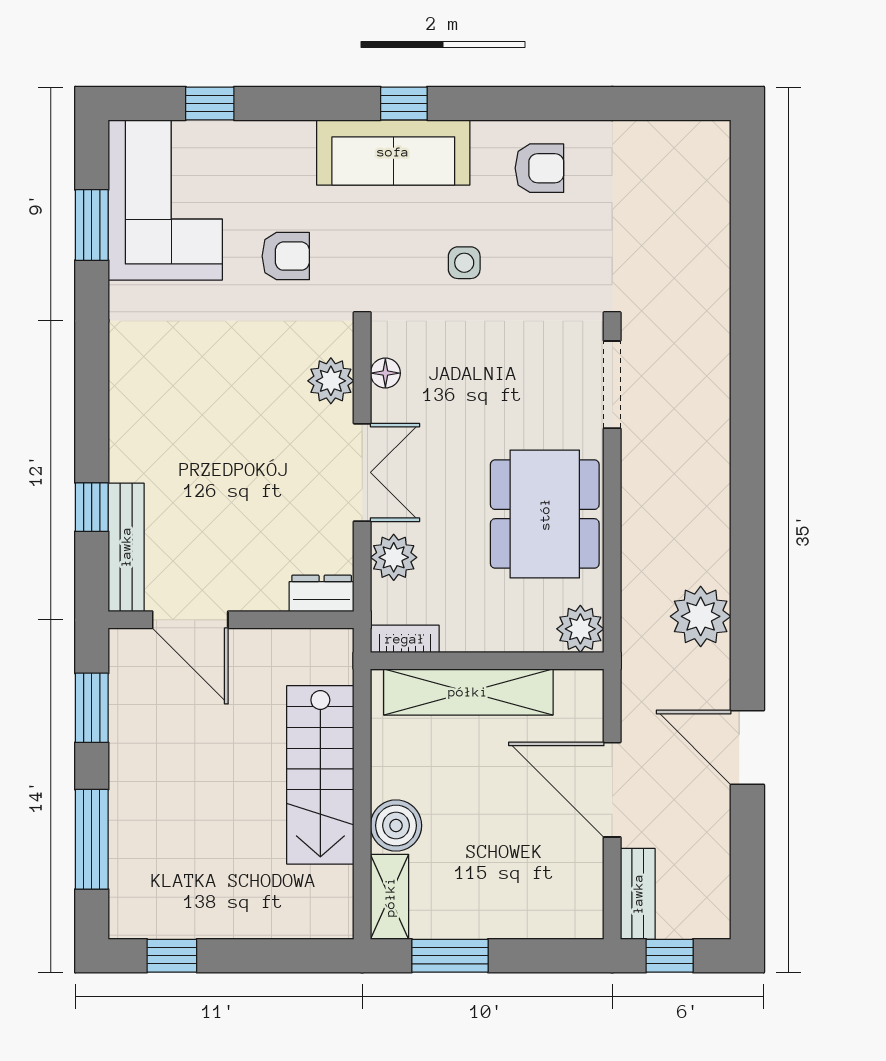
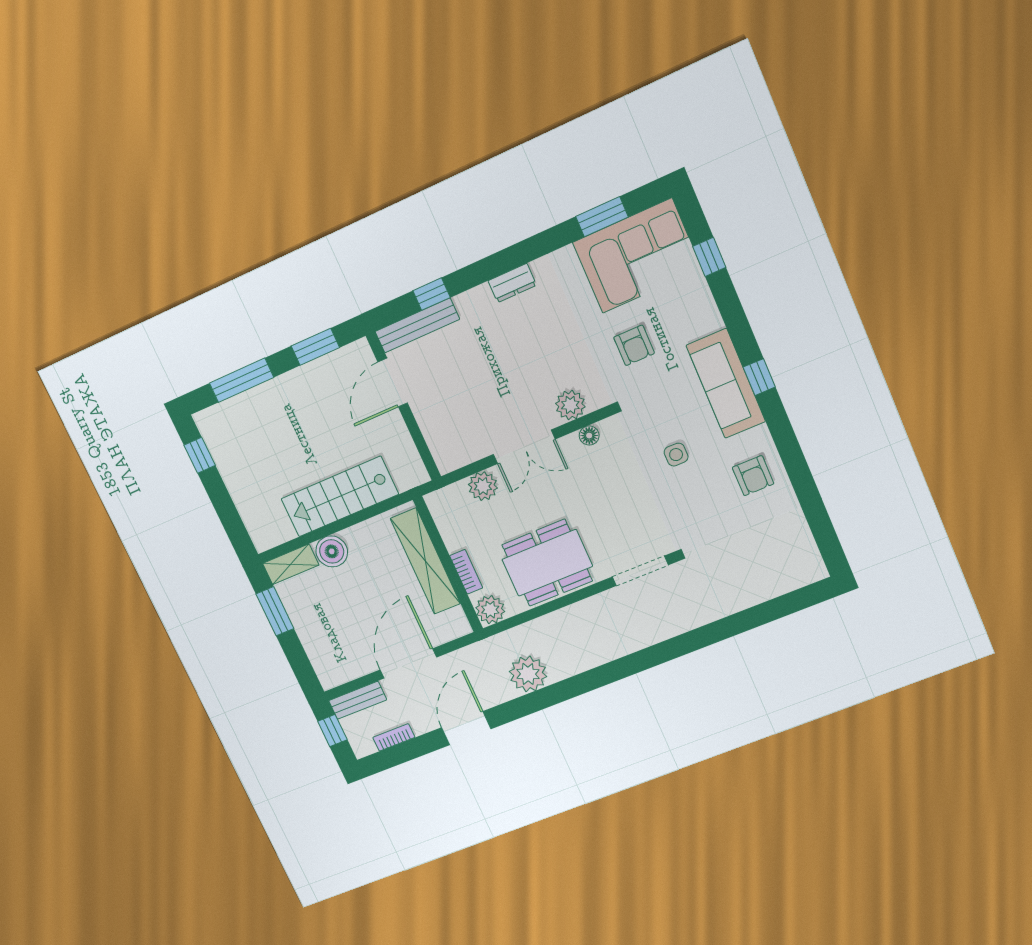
dresser: (322, 593) -> (512, 283), moved, turned 90
bookcase: (405, 639) -> (466, 572), moved
bookcase: (718, 865) -> (394, 737), added

